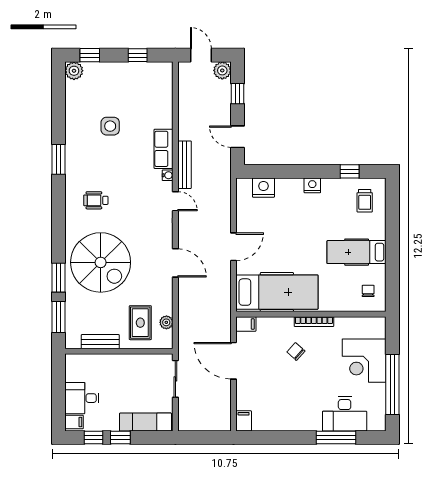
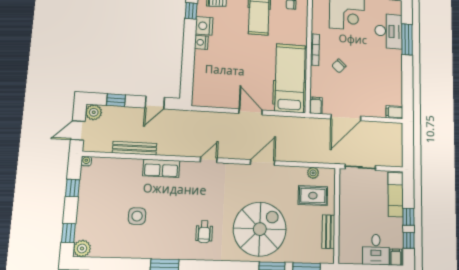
bench: (185, 165) -> (135, 148), moved
water cooler: (168, 175) -> (86, 161), moved
nightstand: (263, 188) -> (204, 26), moved

